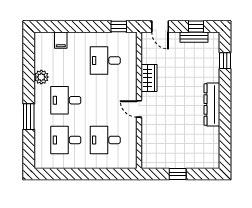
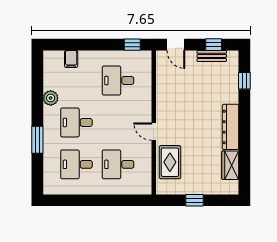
wardrobe: (149, 78) -> (230, 165), moved, turned 180
rug: (154, 138) -> (170, 162), added

